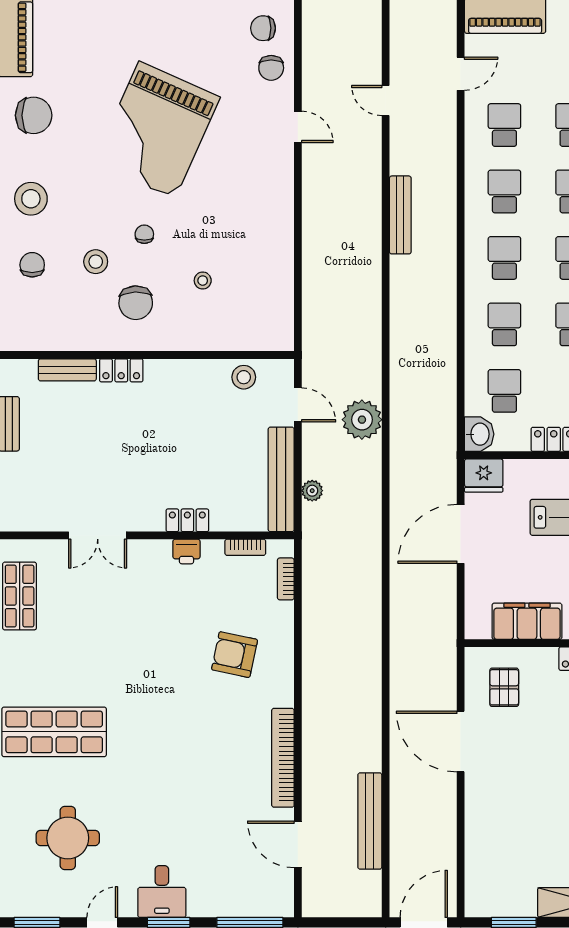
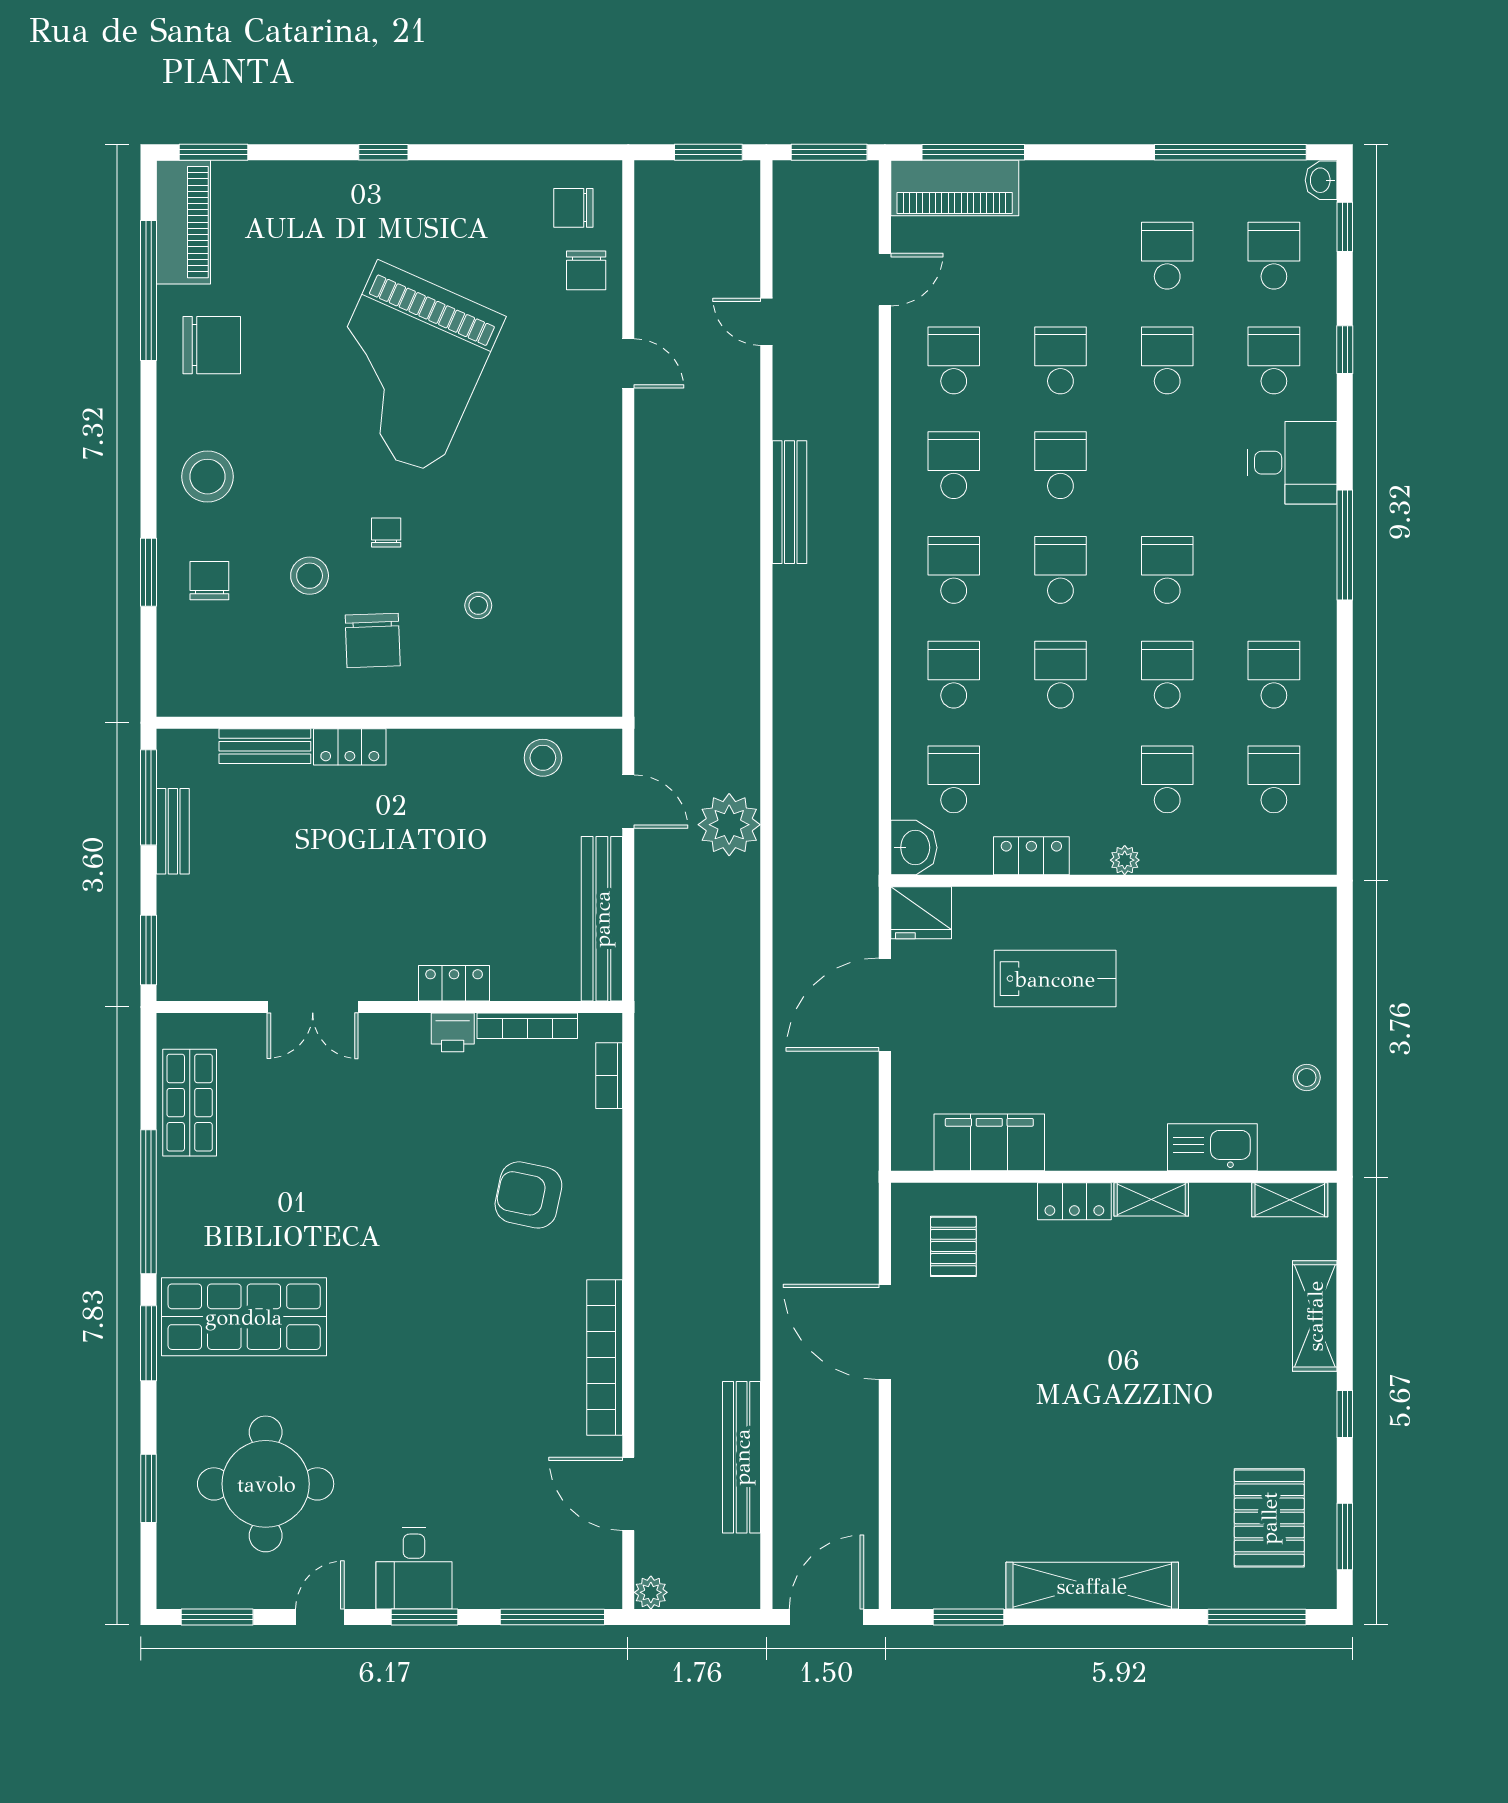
plant: (312, 491) -> (651, 1592), moved
bookcase: (245, 547) -> (527, 1026), width x1.56
round table: (68, 838) -> (266, 1484), width x1.36, depth x1.36

